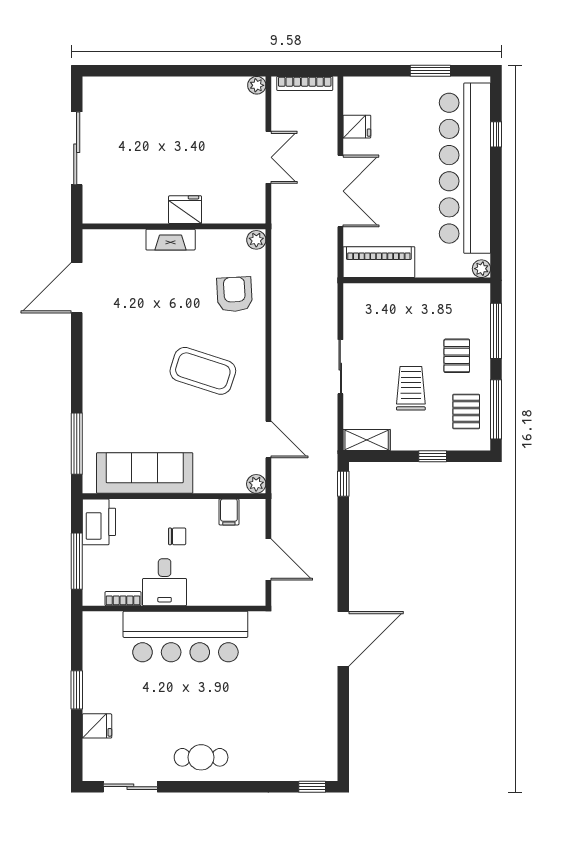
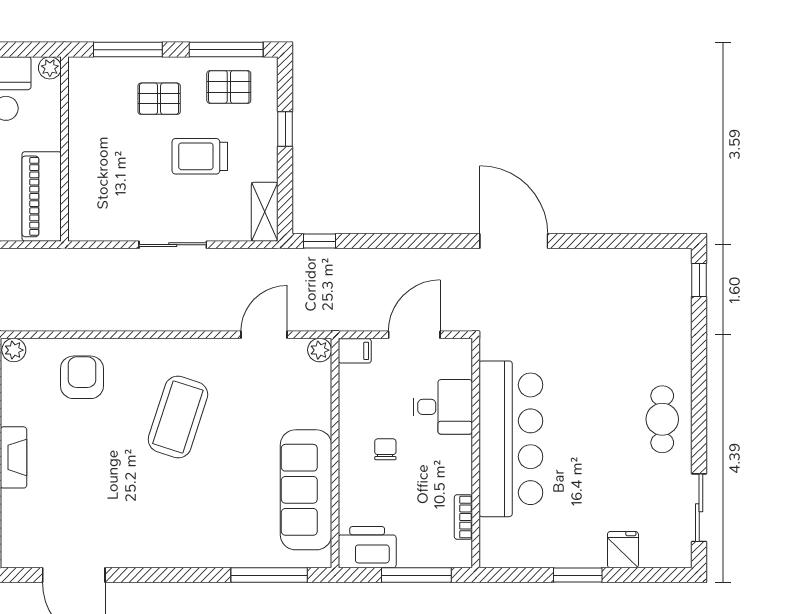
armchair: (235, 294) -> (82, 377), turned 93
filing cabinet: (229, 512) -> (355, 351), moved
desk: (165, 582) -> (443, 407), moved

